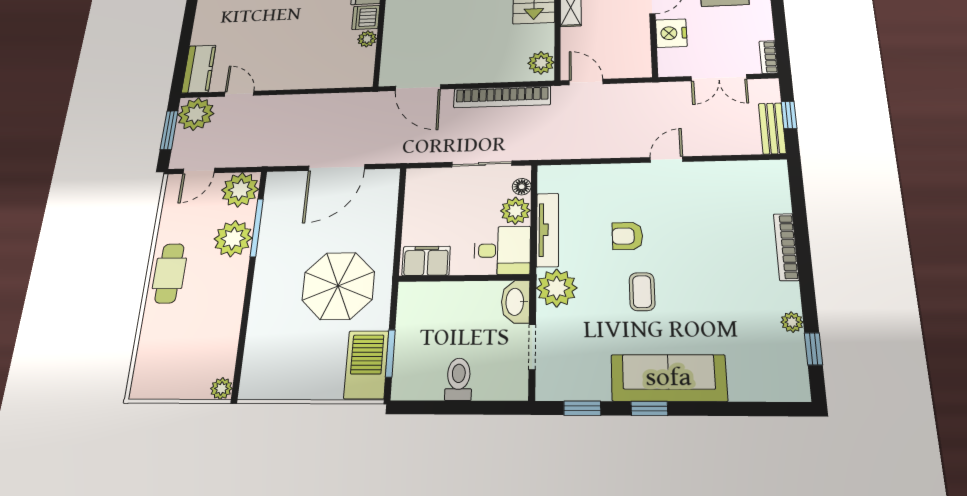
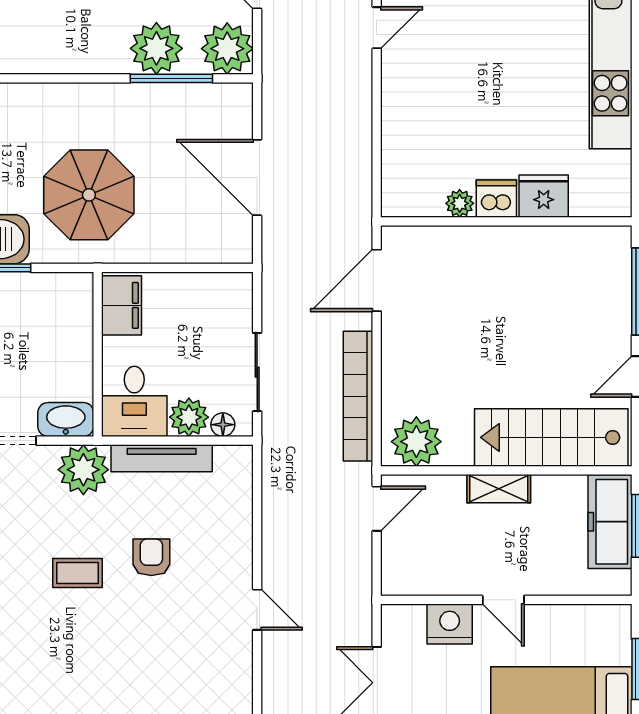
plant: (541, 63) -> (416, 442), width x1.36, depth x1.36

